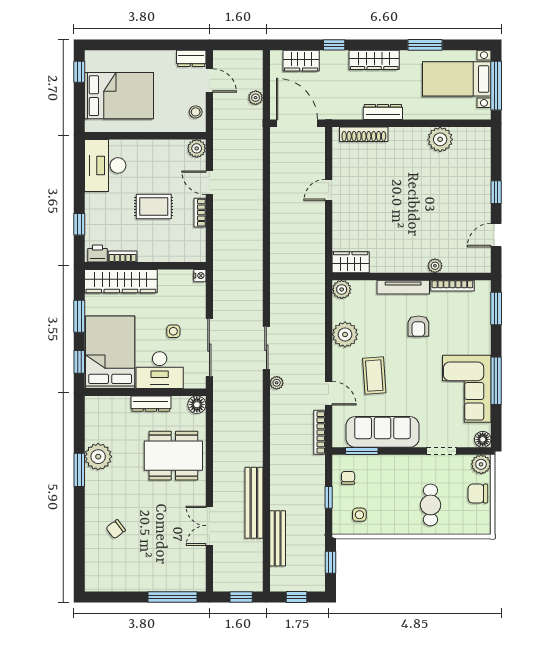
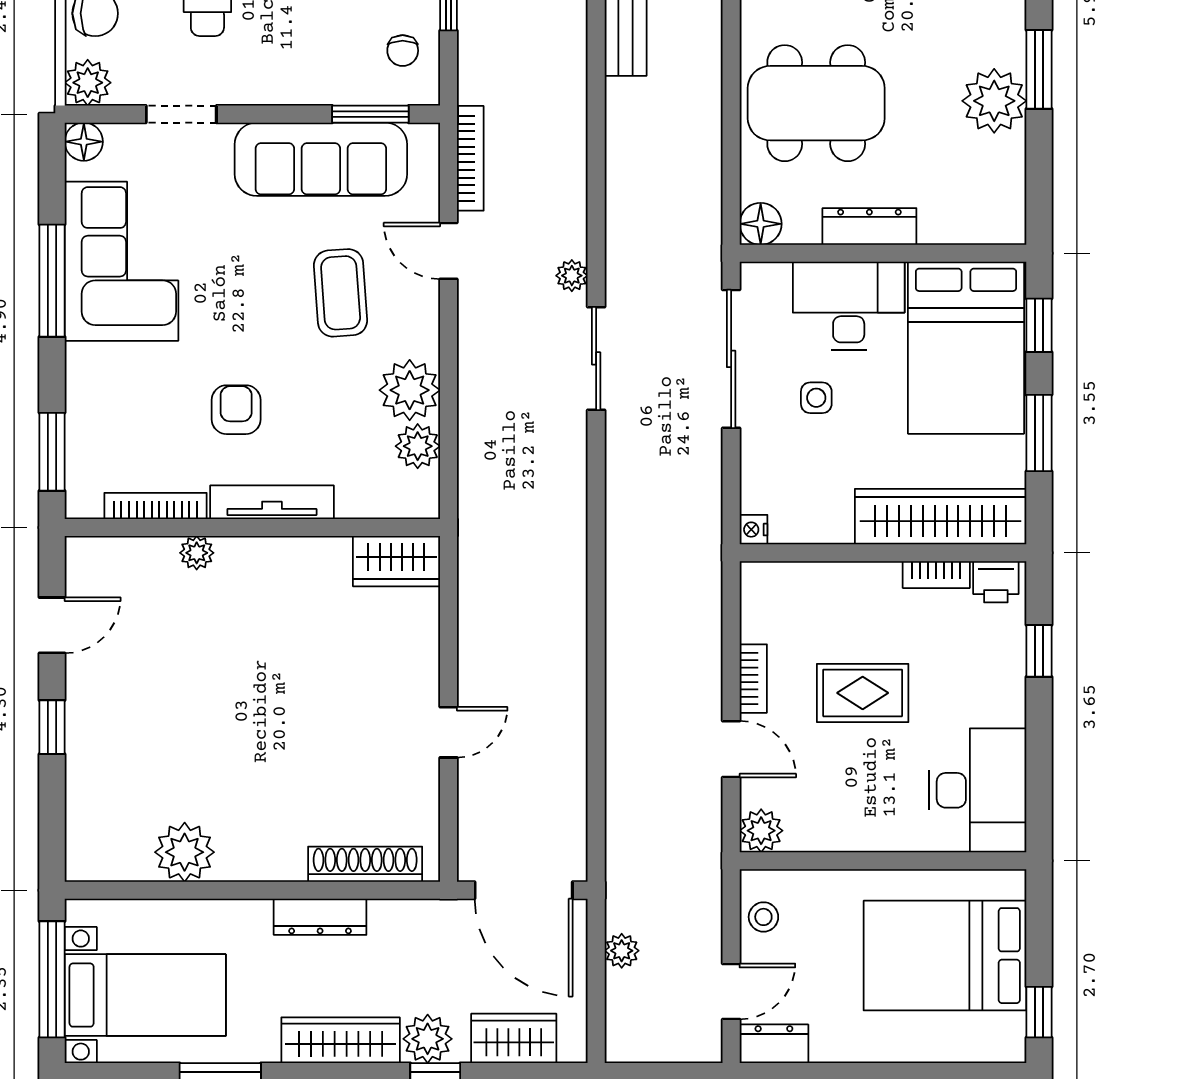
plant: (337, 61) -> (428, 1039), added
door: (209, 81) -> (731, 991), swing flipped
plant: (342, 289) -> (418, 446), moved

